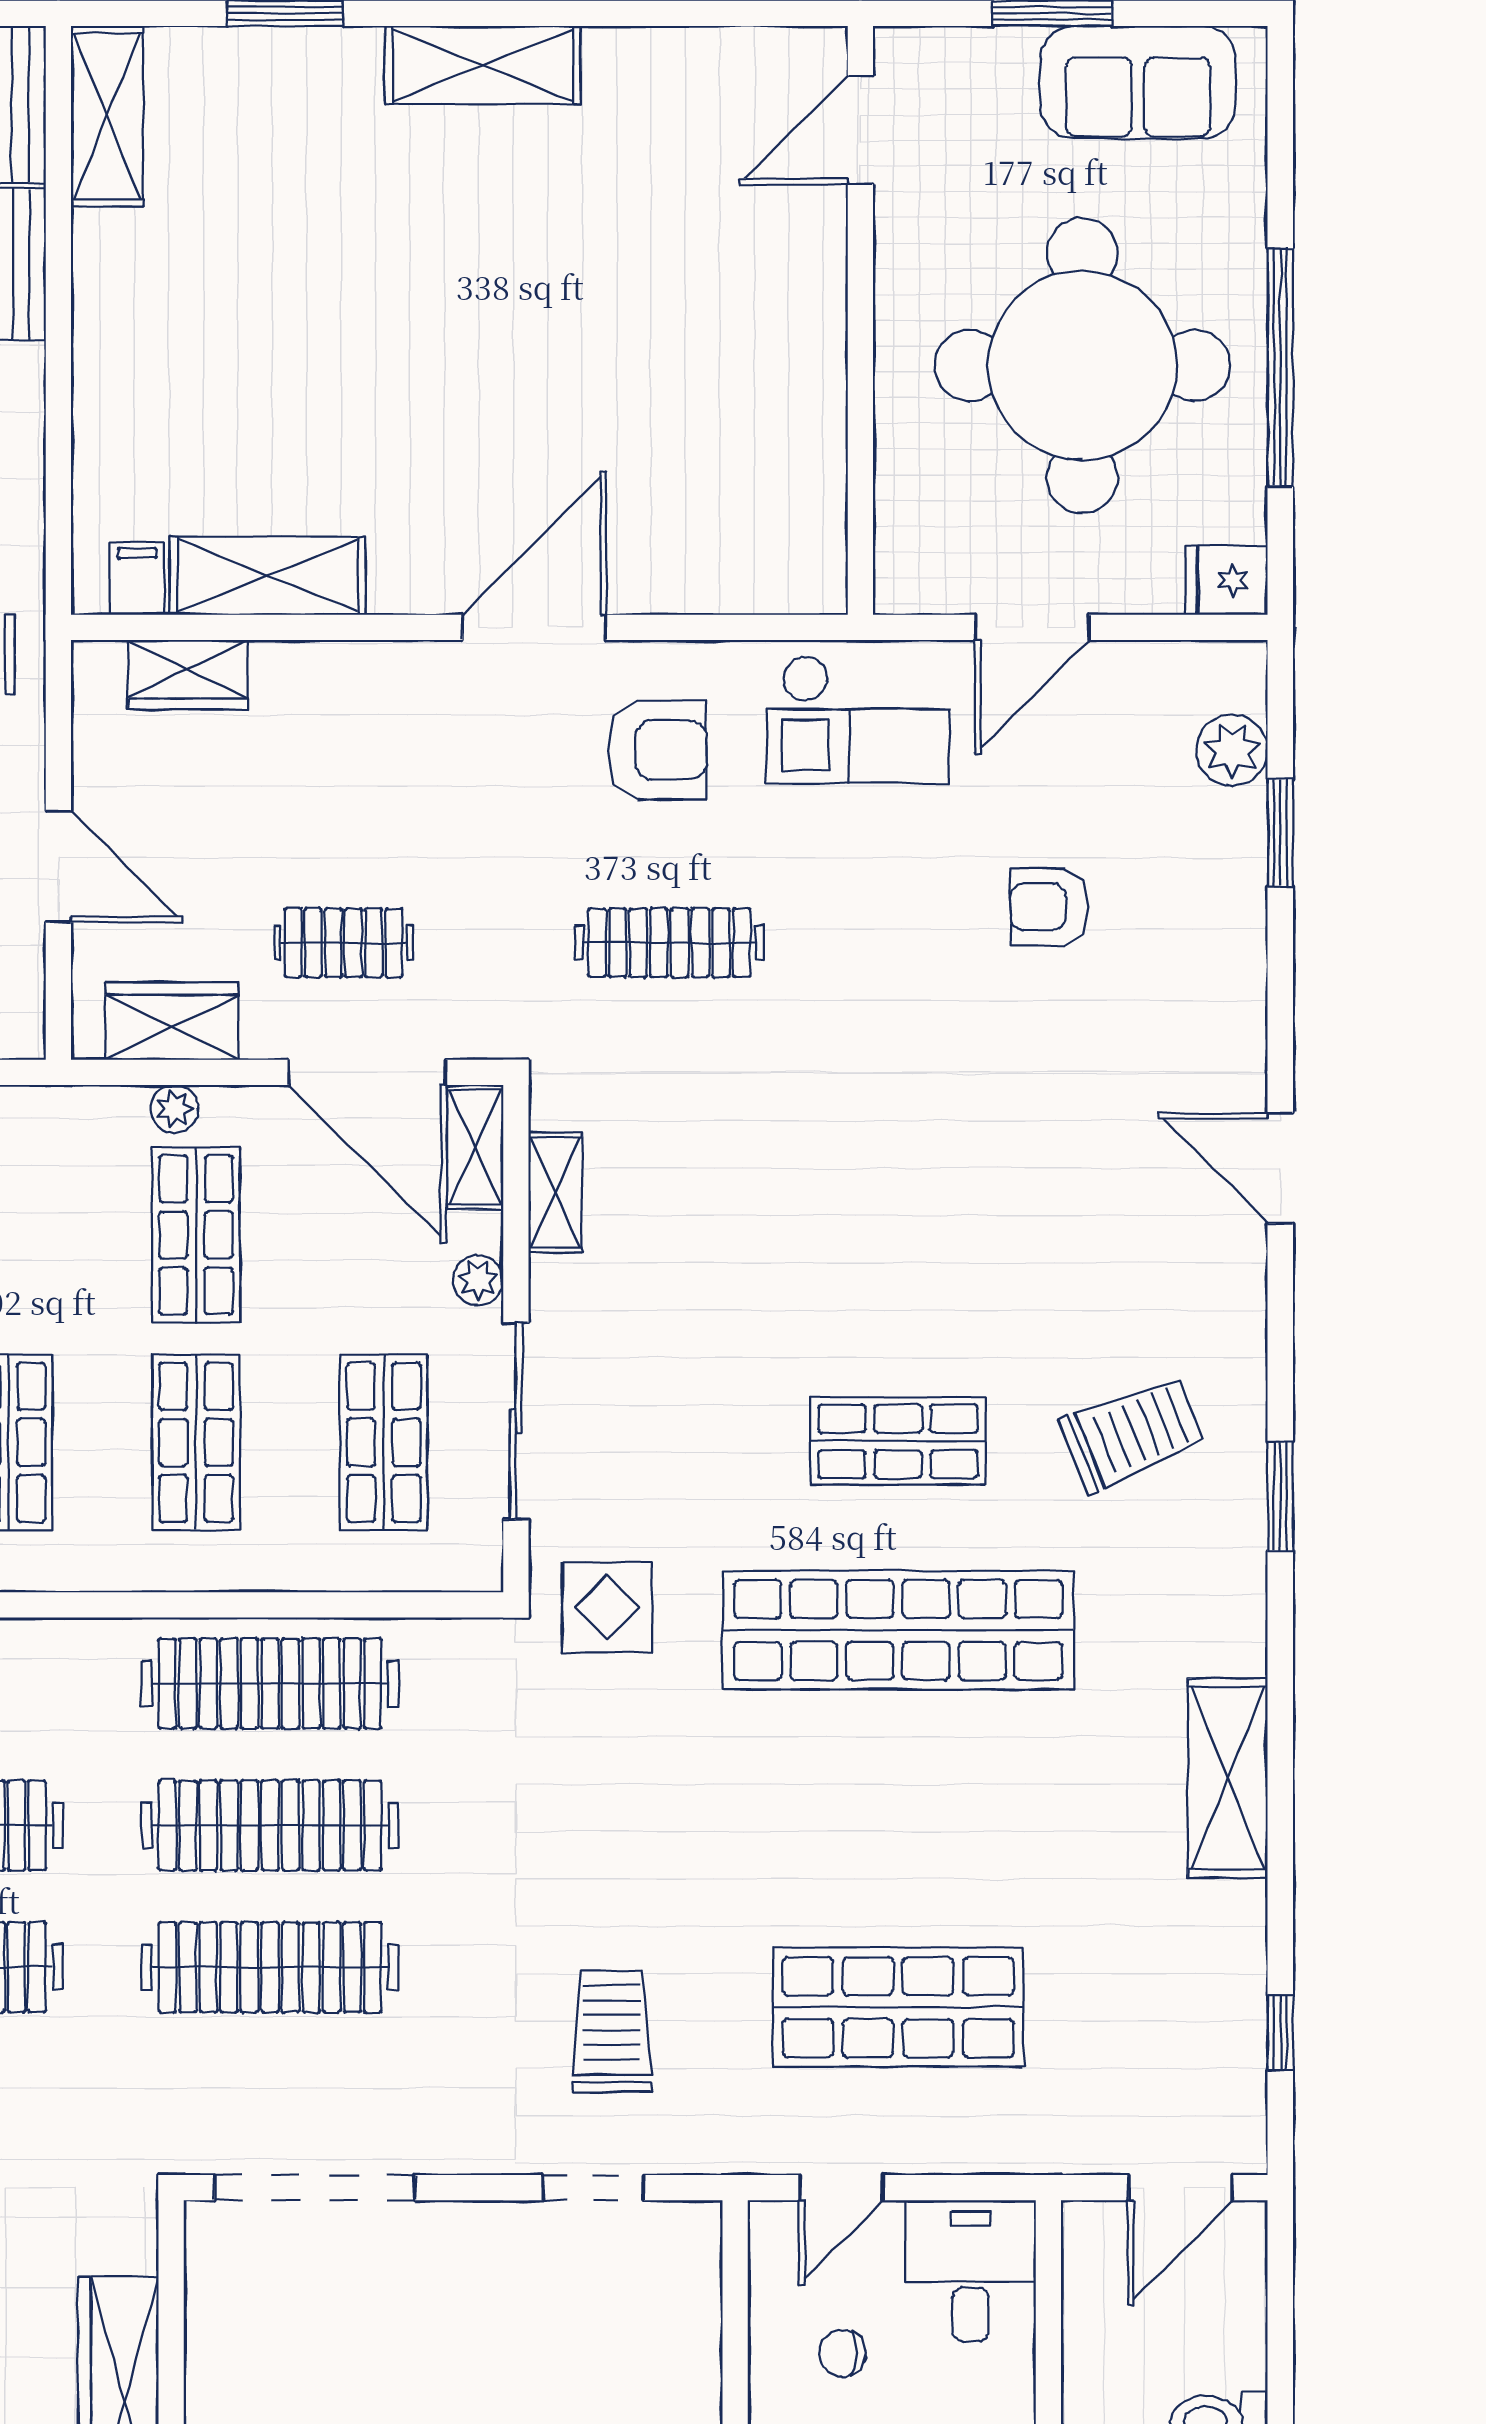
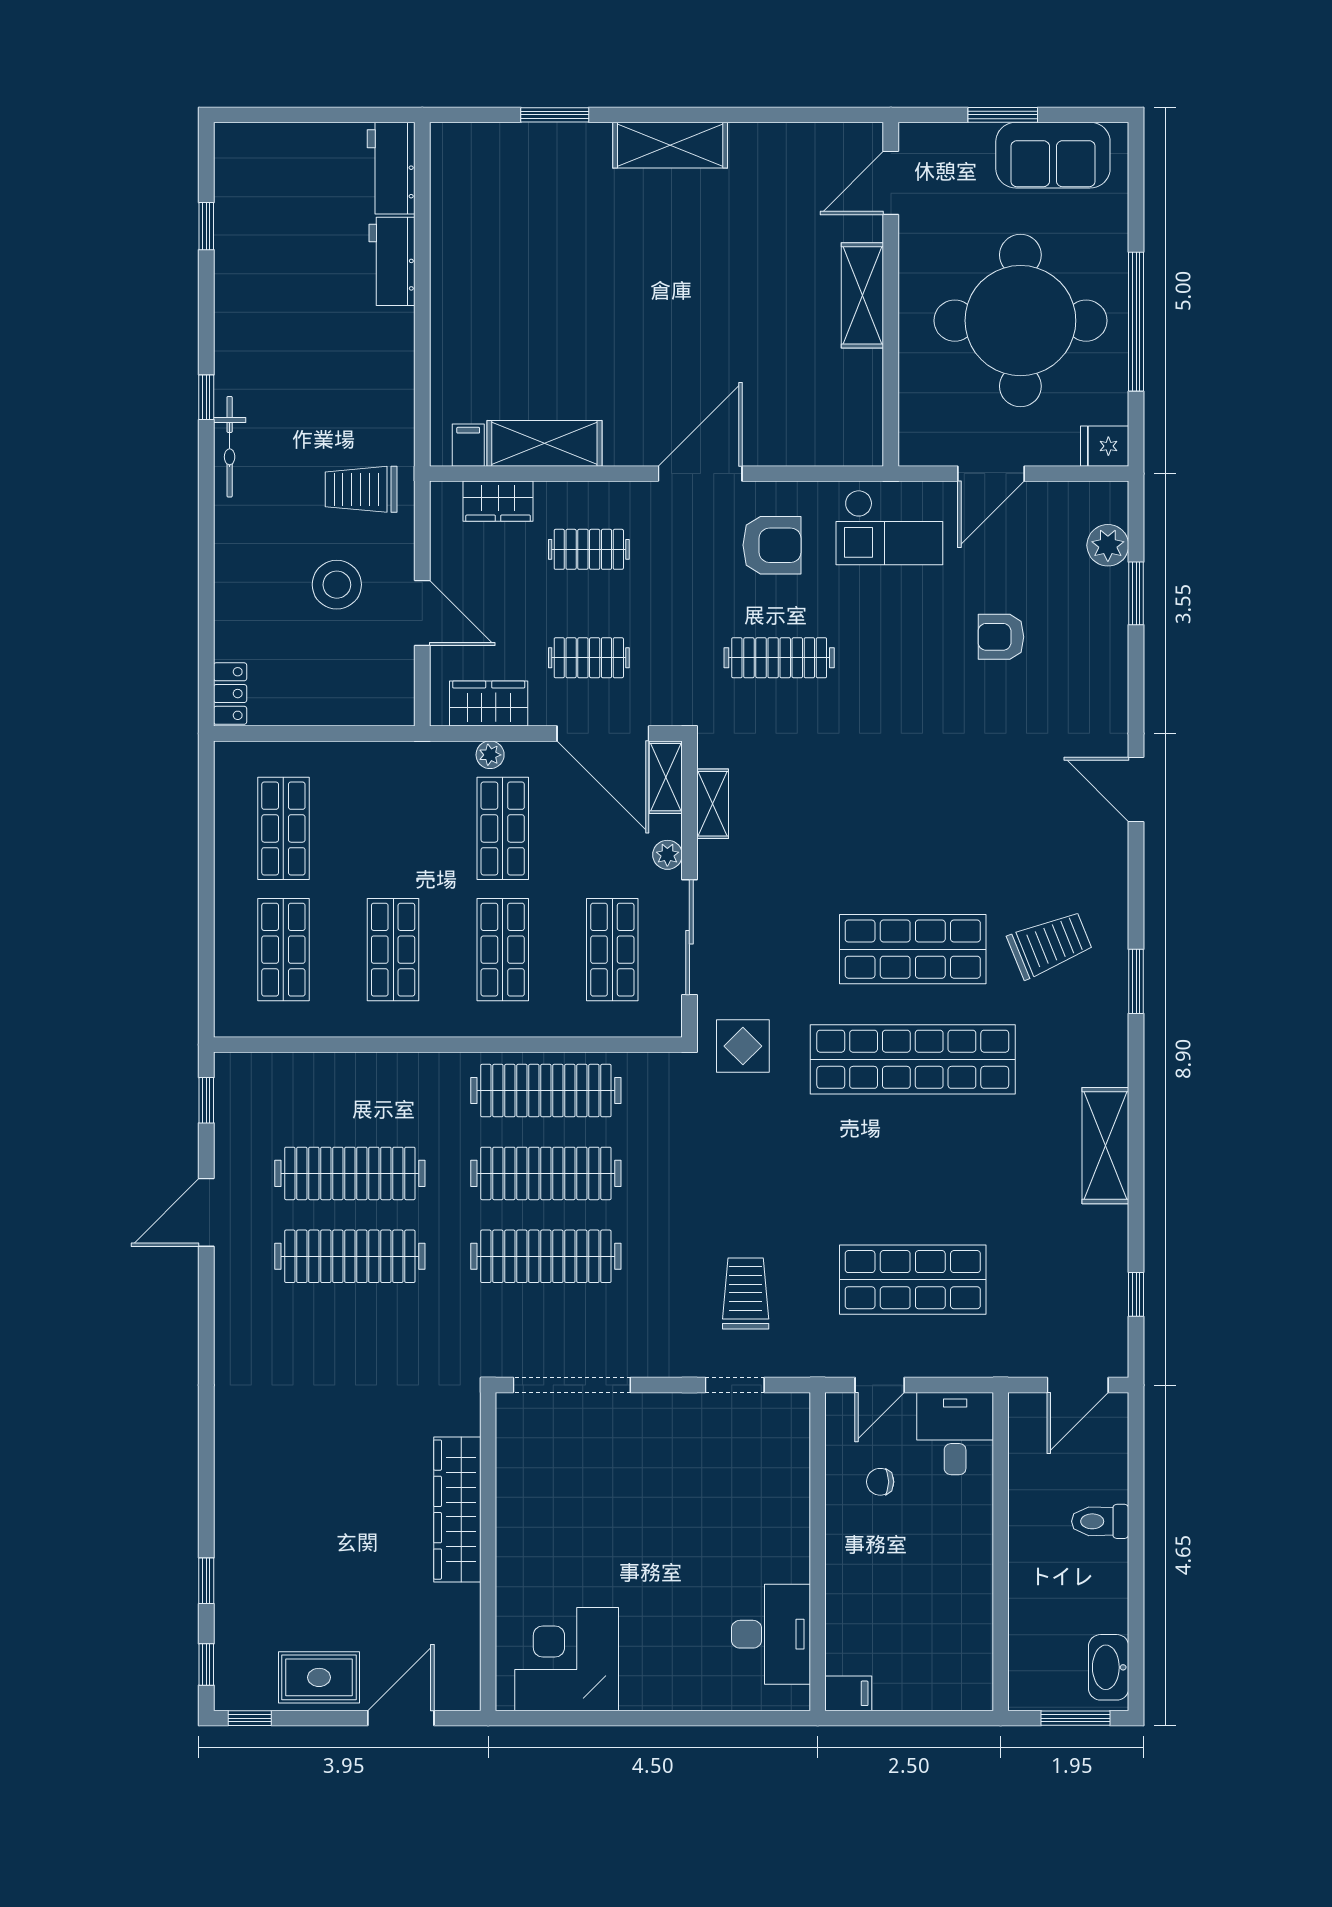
shelving: (107, 116) -> (862, 295), moved
clothes rail: (343, 757) -> (589, 549), added
shop shelf: (898, 1441) -> (913, 949), width x1.43, depth x1.36

